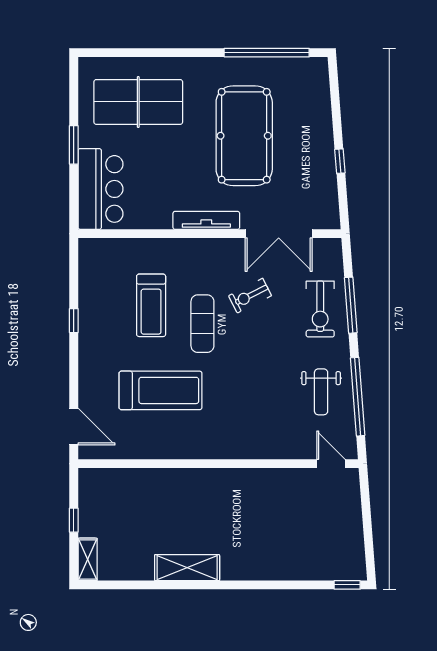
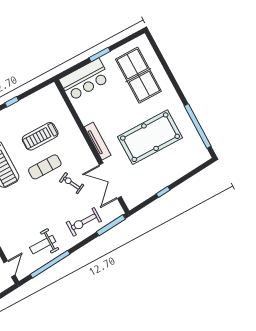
window: (351, 305) -> (111, 225), moved

